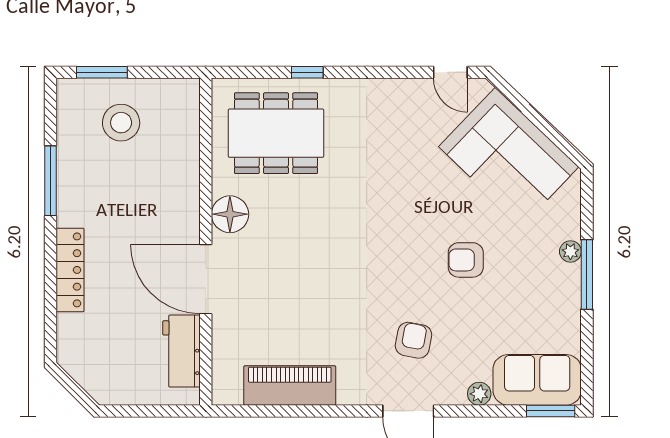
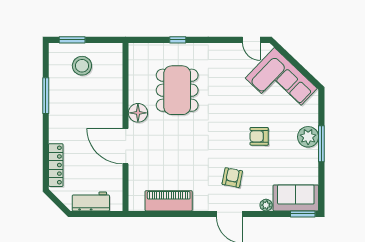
dining table: (276, 133) -> (177, 90), moved, turned 90
plant: (570, 251) -> (308, 137), width x1.88, depth x1.88
locker: (70, 270) -> (56, 165), moved
workbench: (182, 351) -> (91, 201), moved, turned 90

